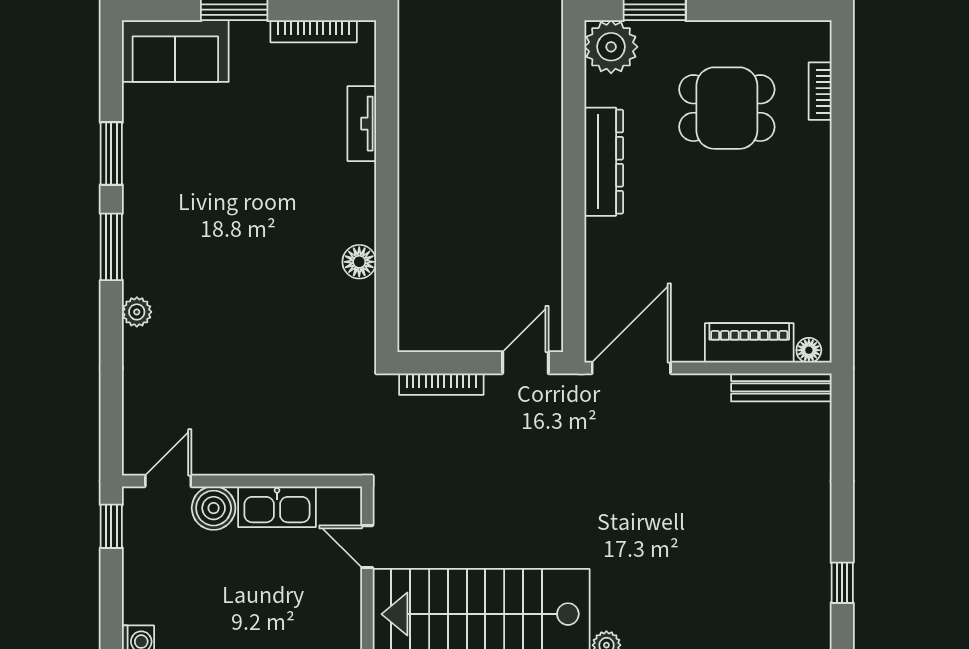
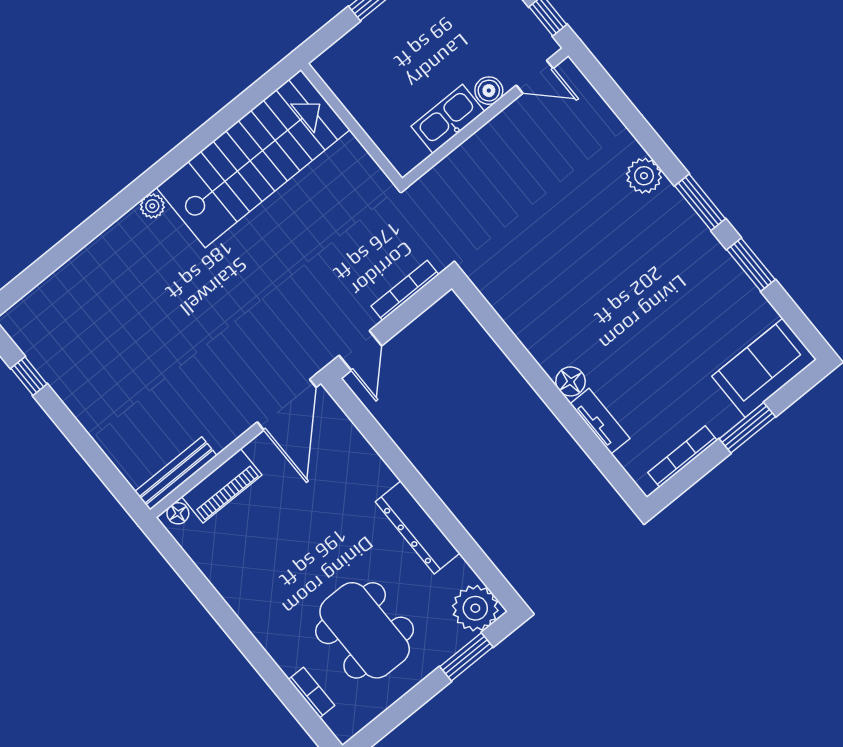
dining table: (727, 108) -> (365, 630), width x1.38
floor lamp: (359, 262) -> (570, 381), moved
plant: (137, 312) -> (644, 176), width x1.38, depth x1.38
door: (168, 481) -> (535, 77), hinge flipped
boiler: (214, 508) -> (489, 91), width x0.73, depth x0.73
door: (367, 547) -> (366, 141), removed

